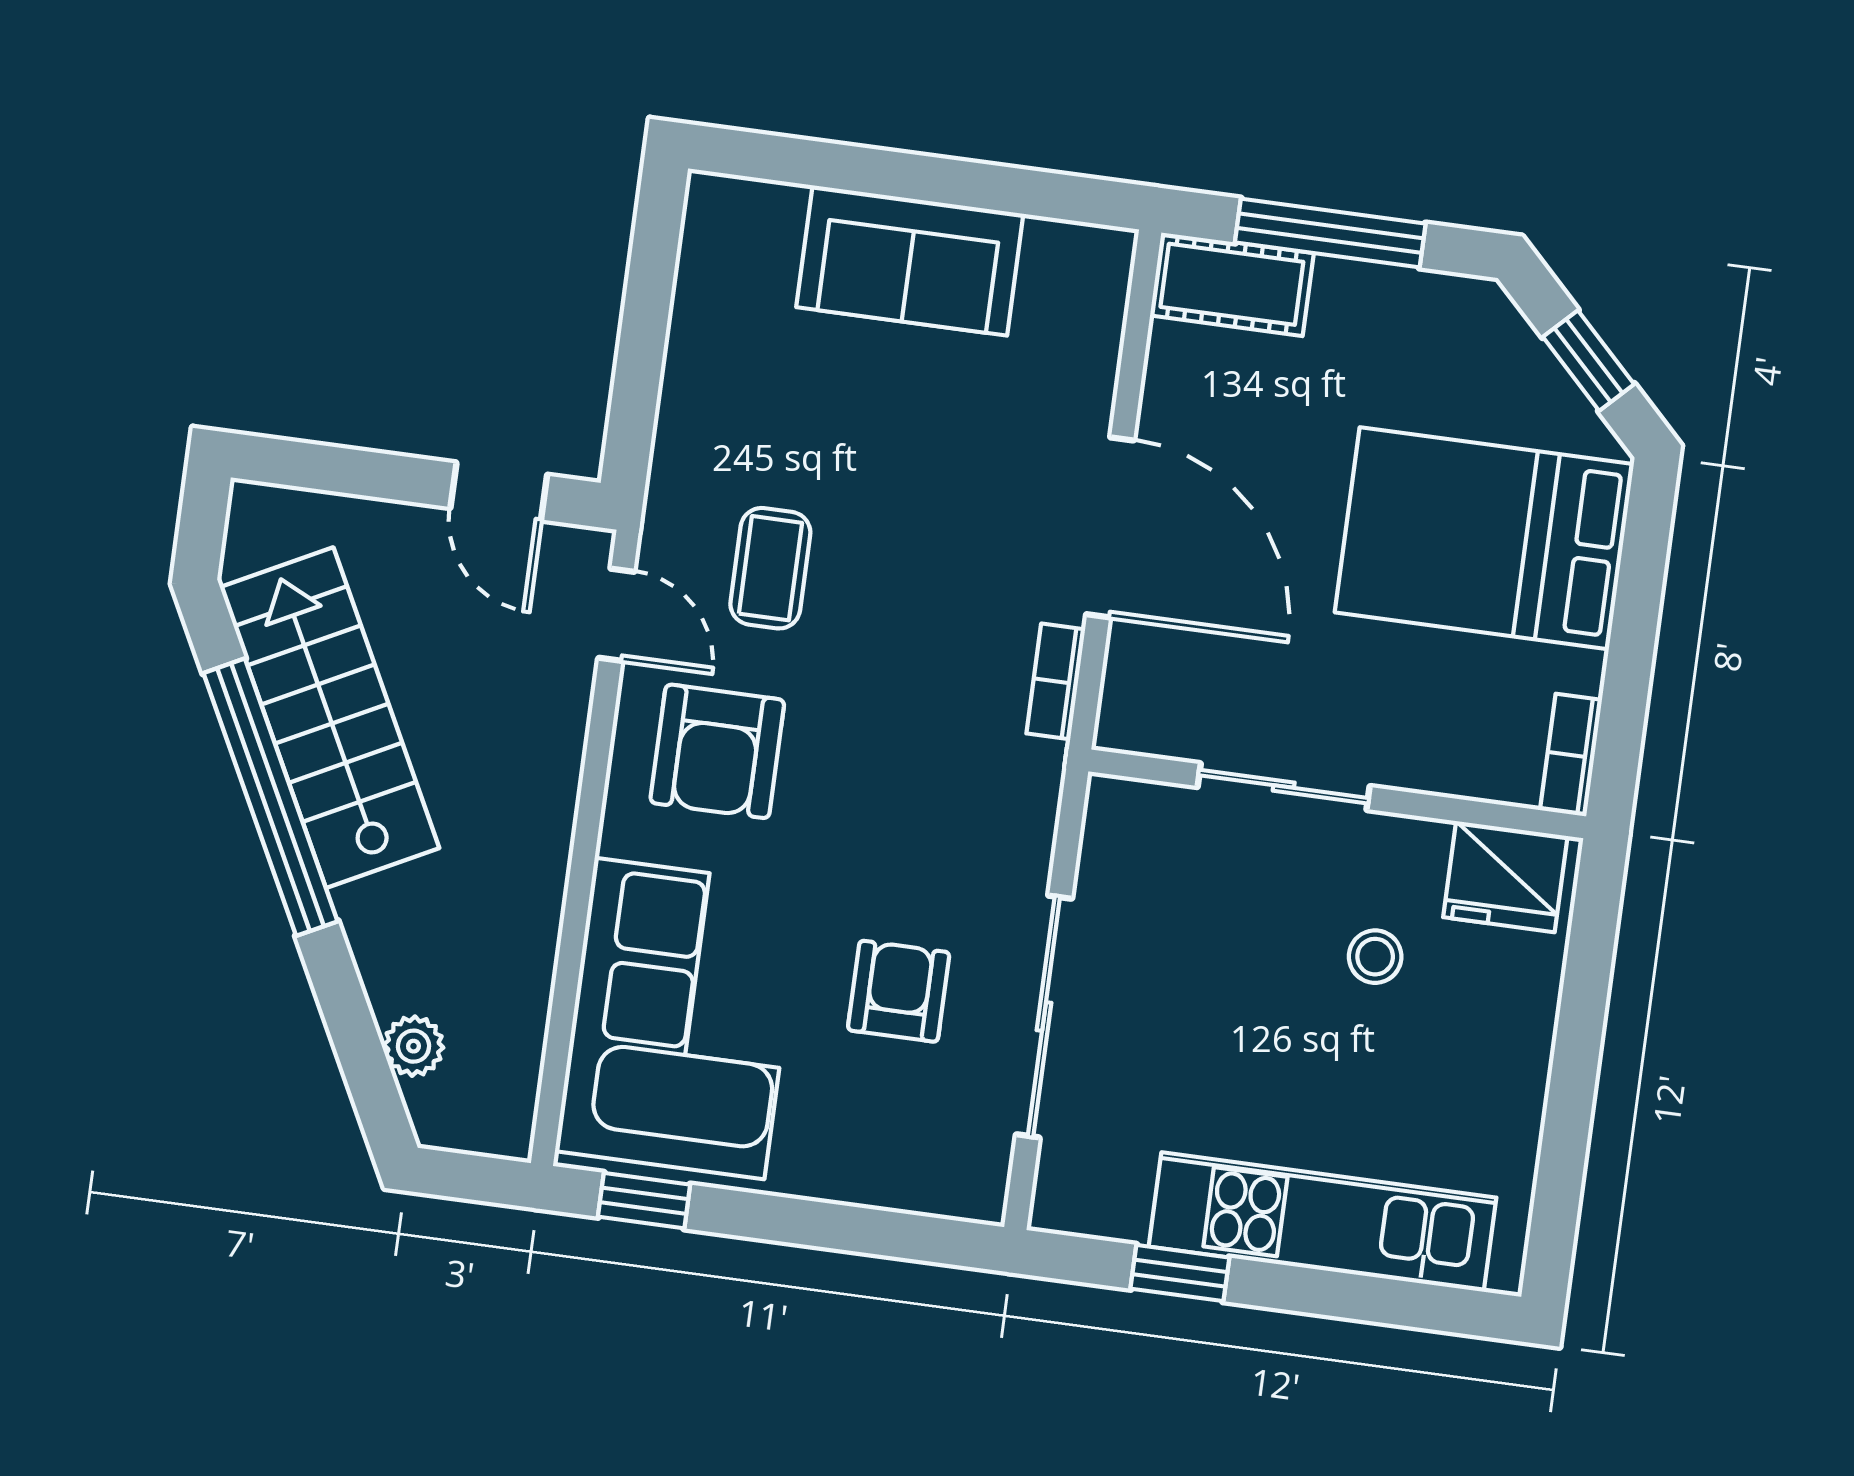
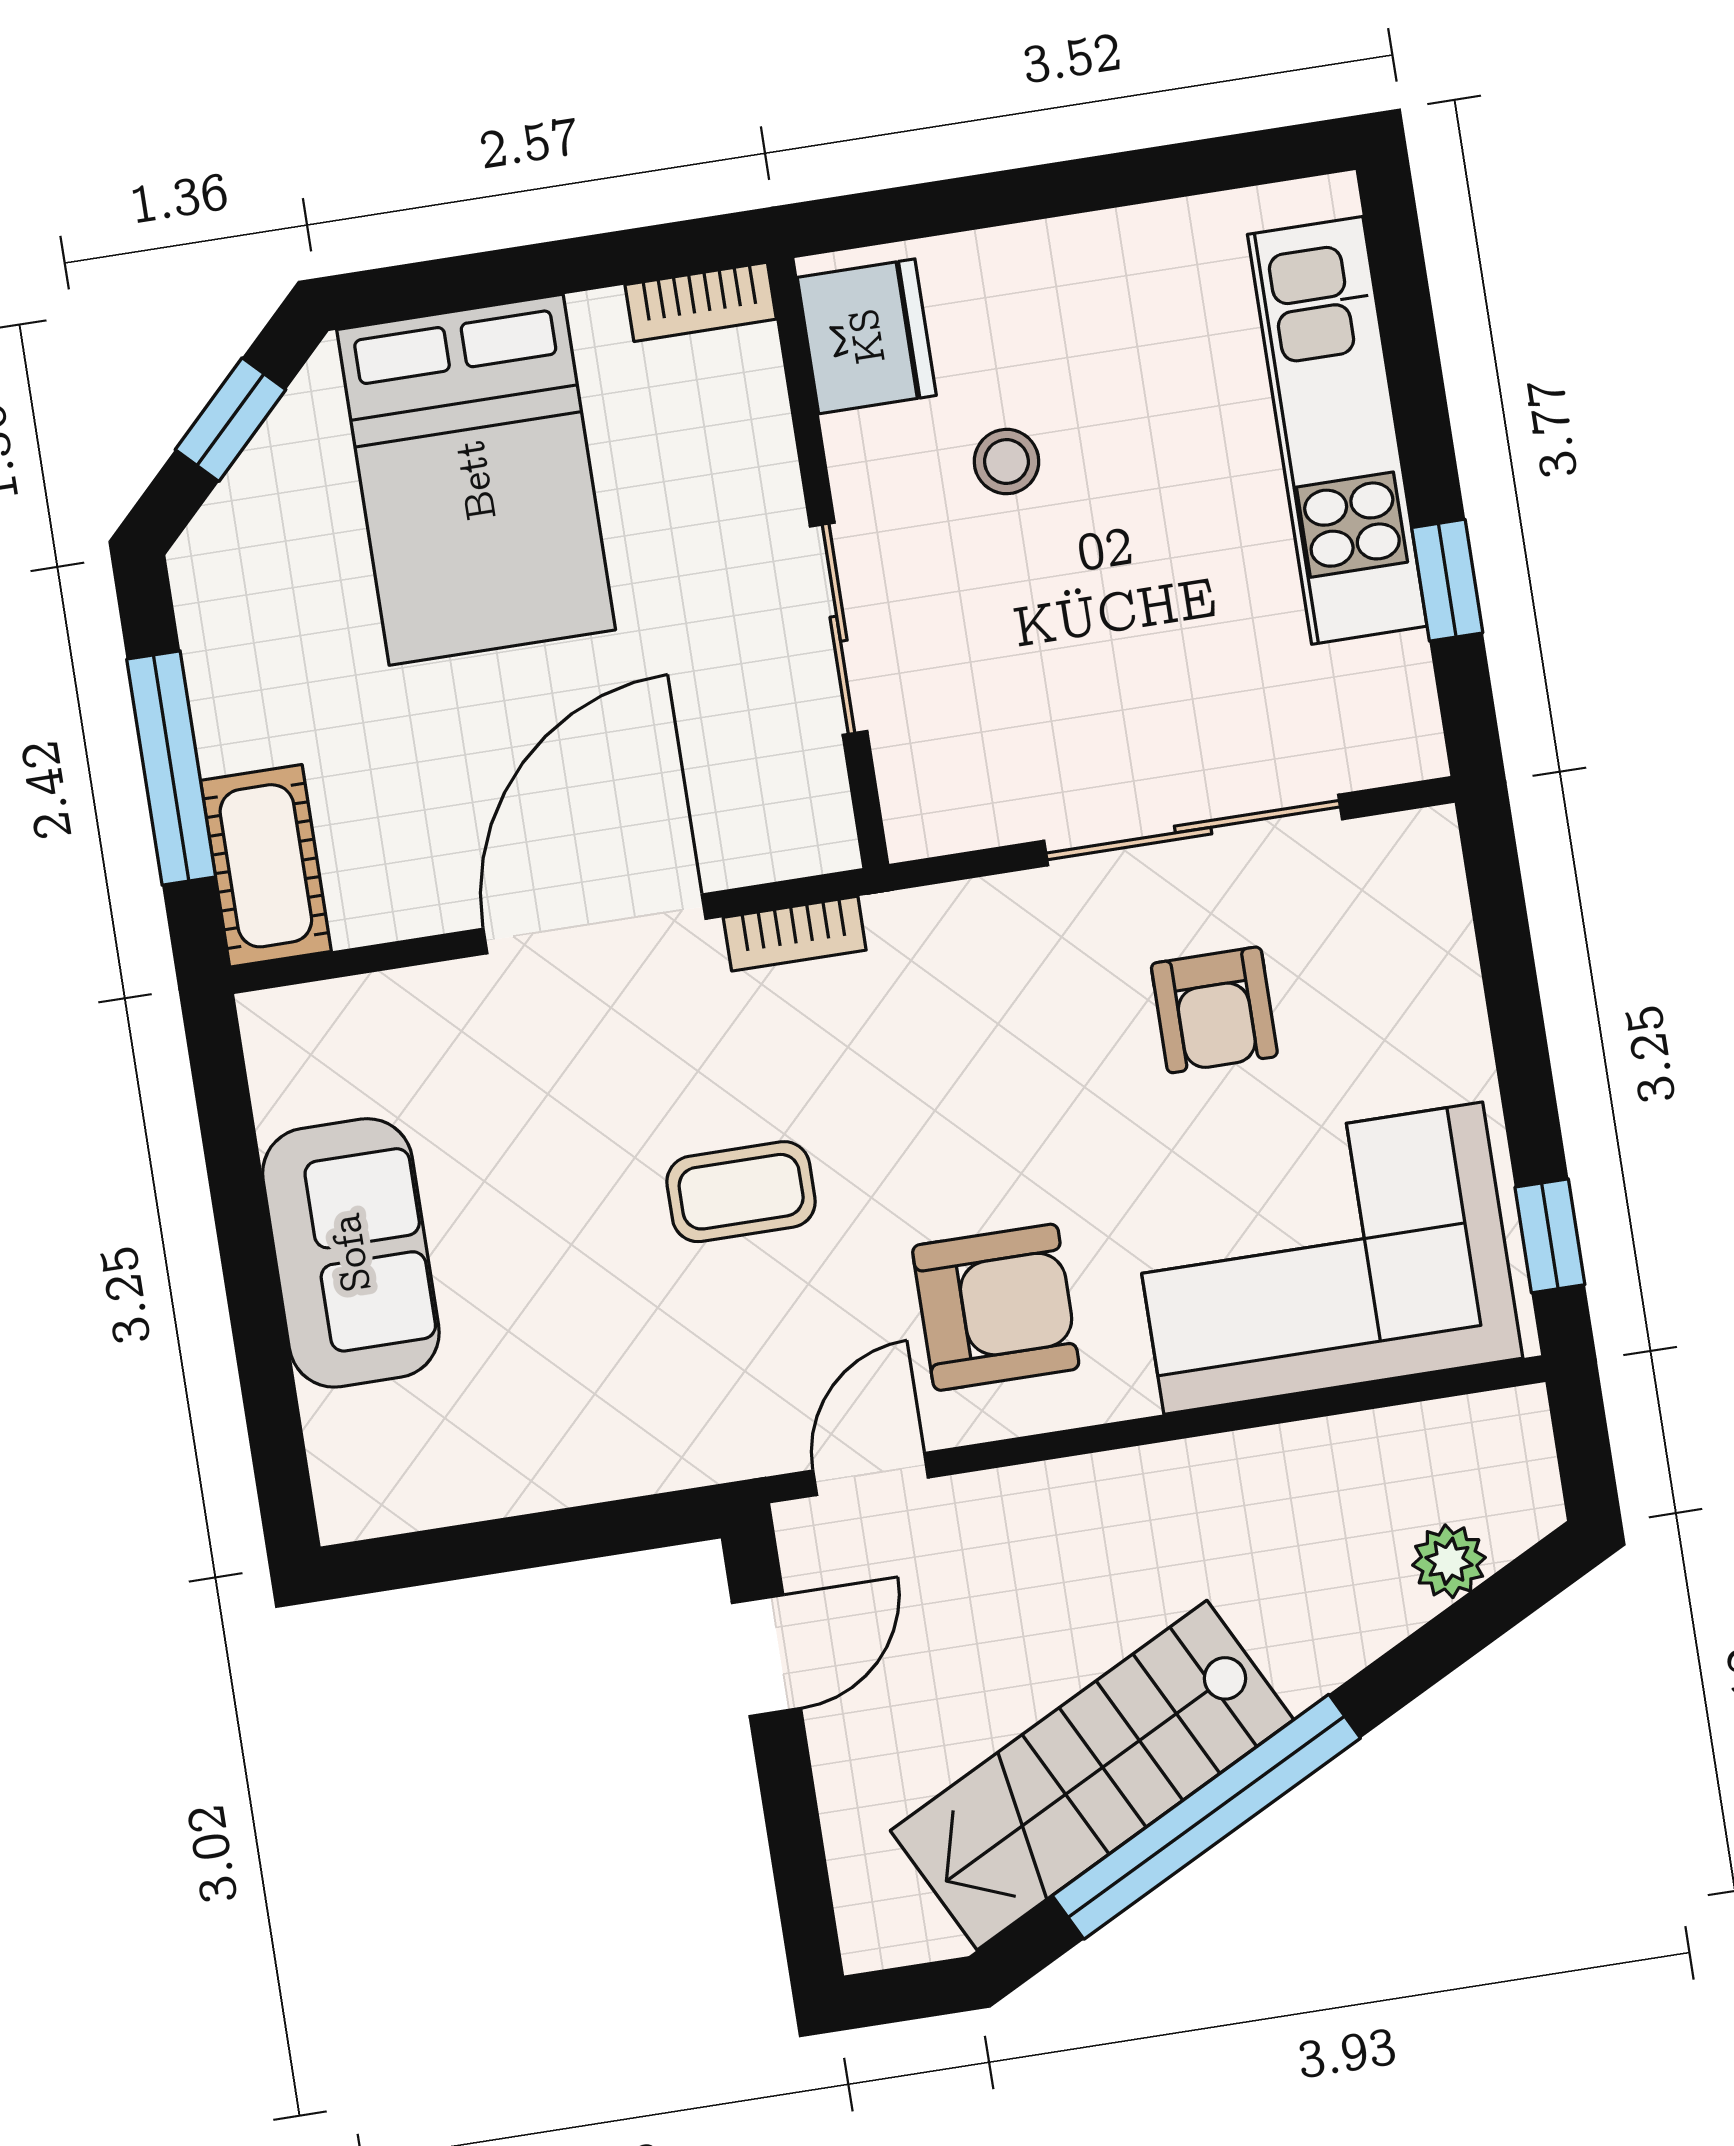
coffee table: (770, 568) -> (741, 1192), moved
armchair: (899, 991) -> (1214, 1010), turned -90

